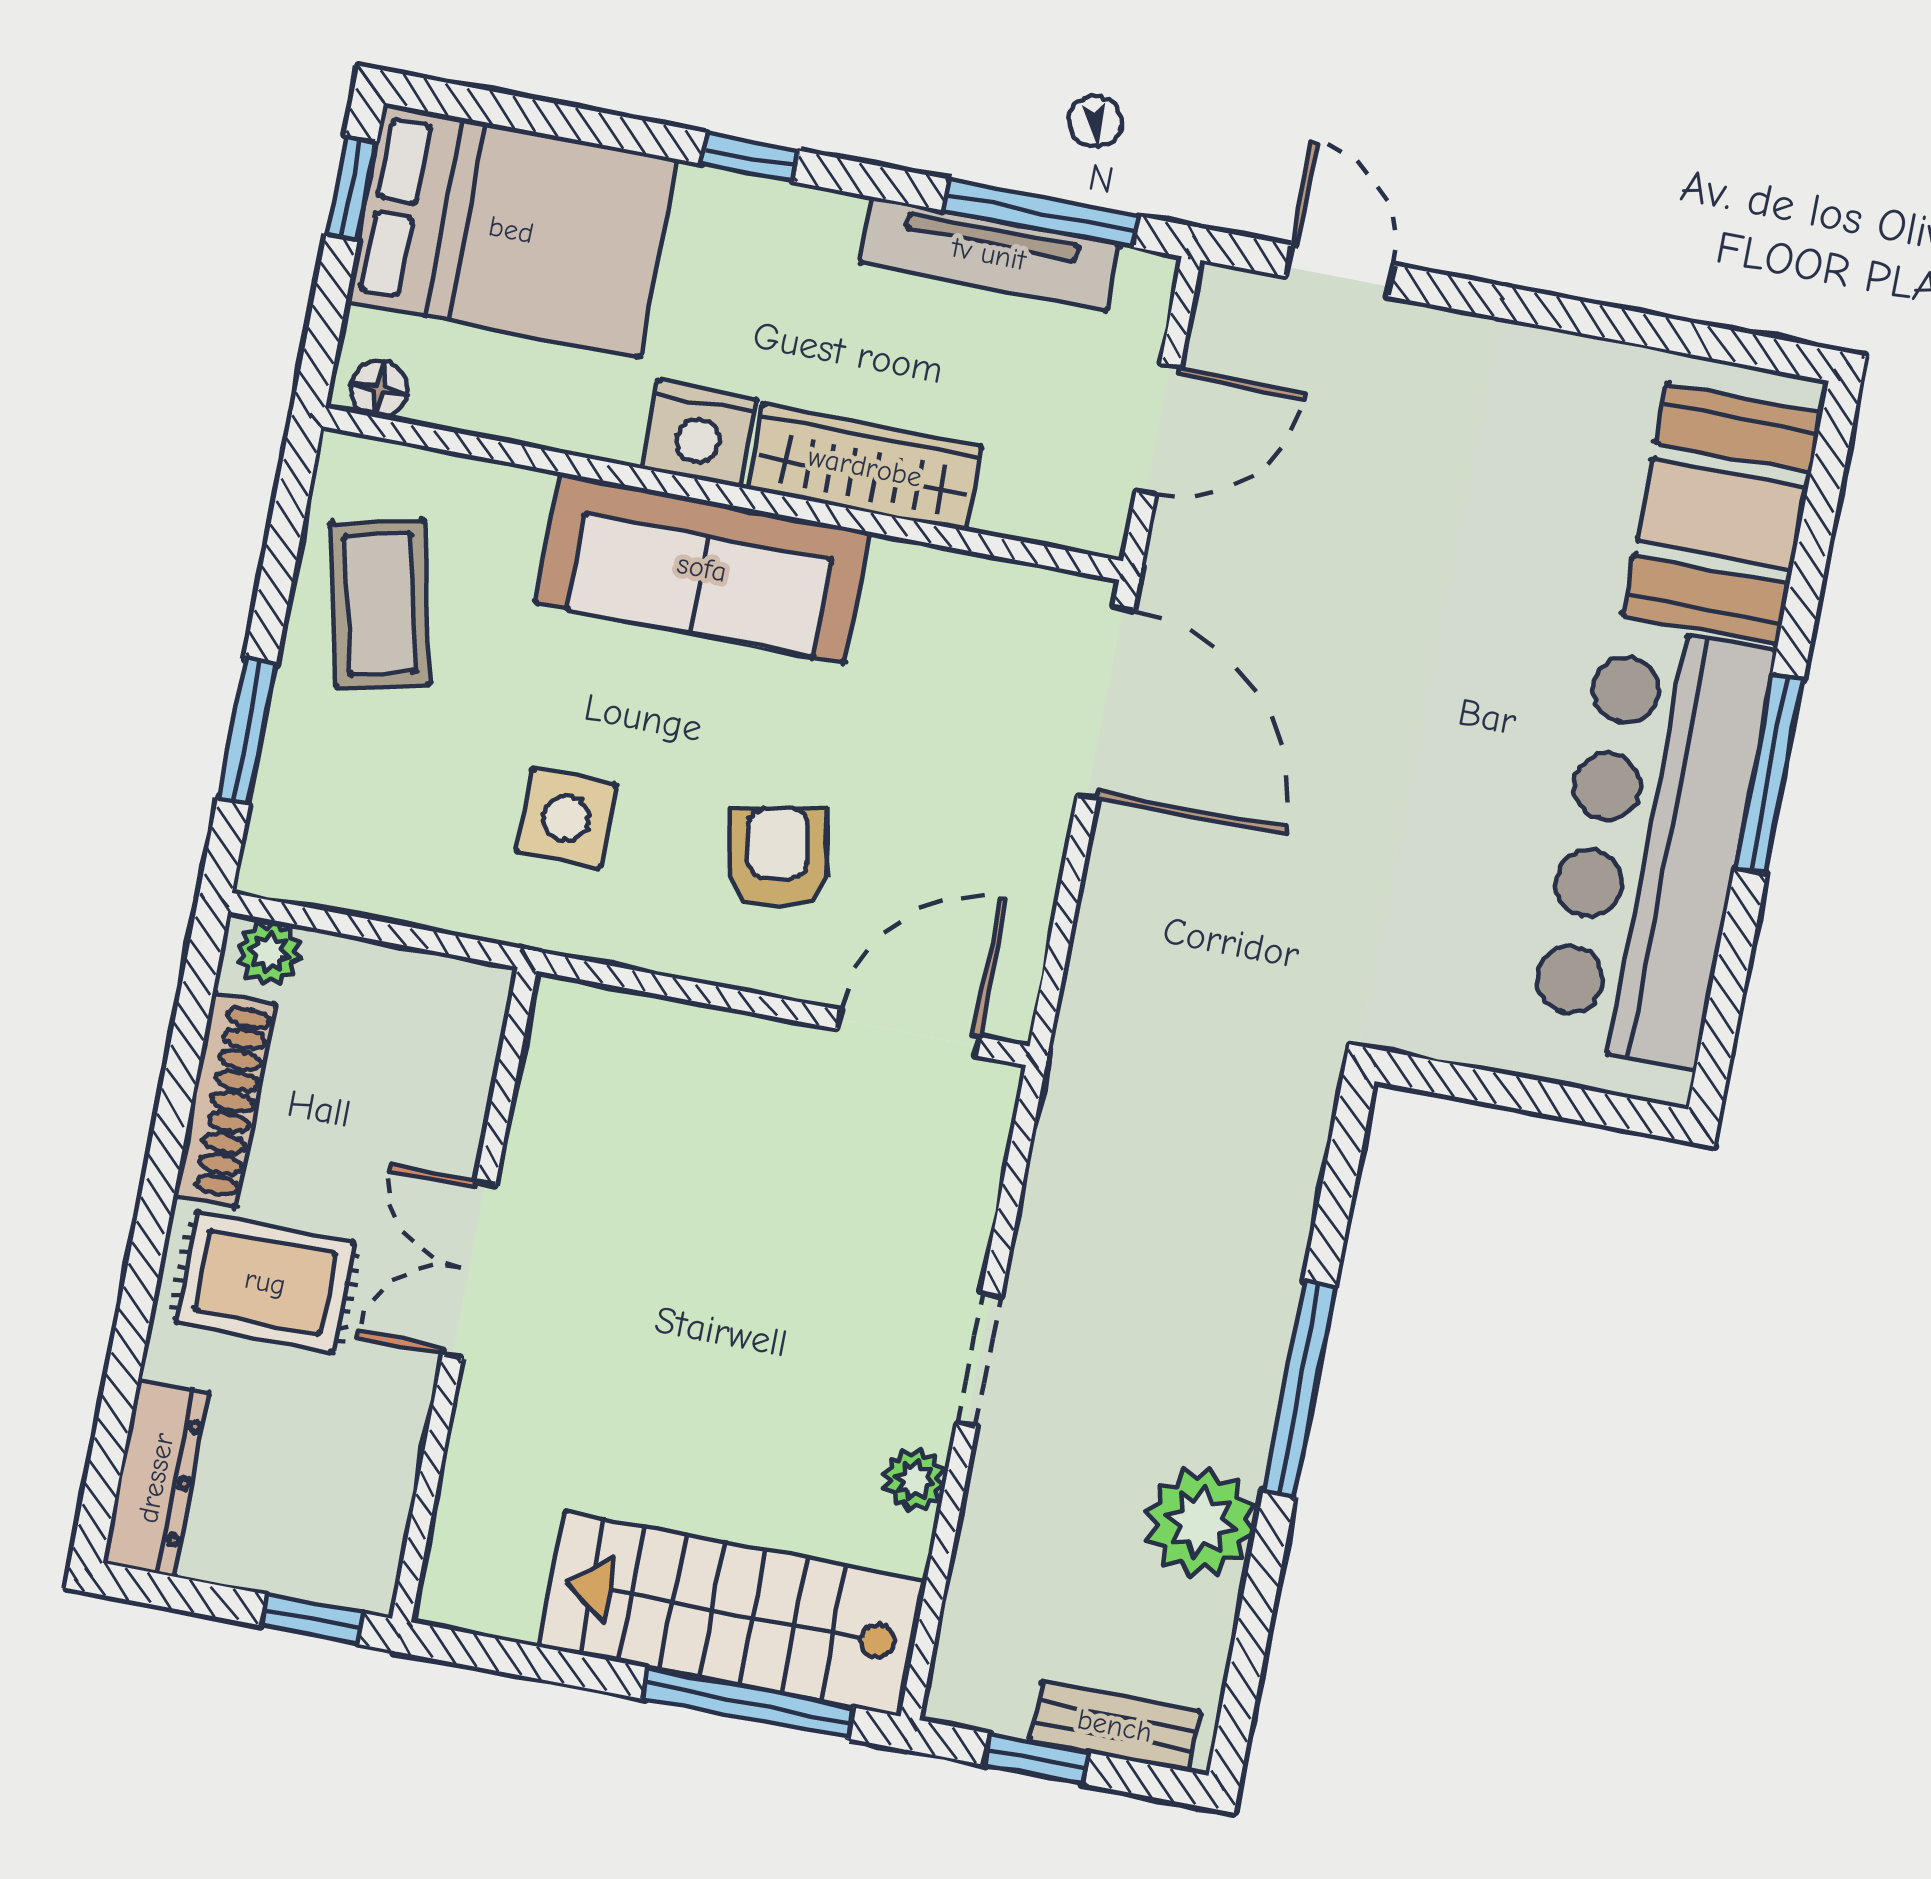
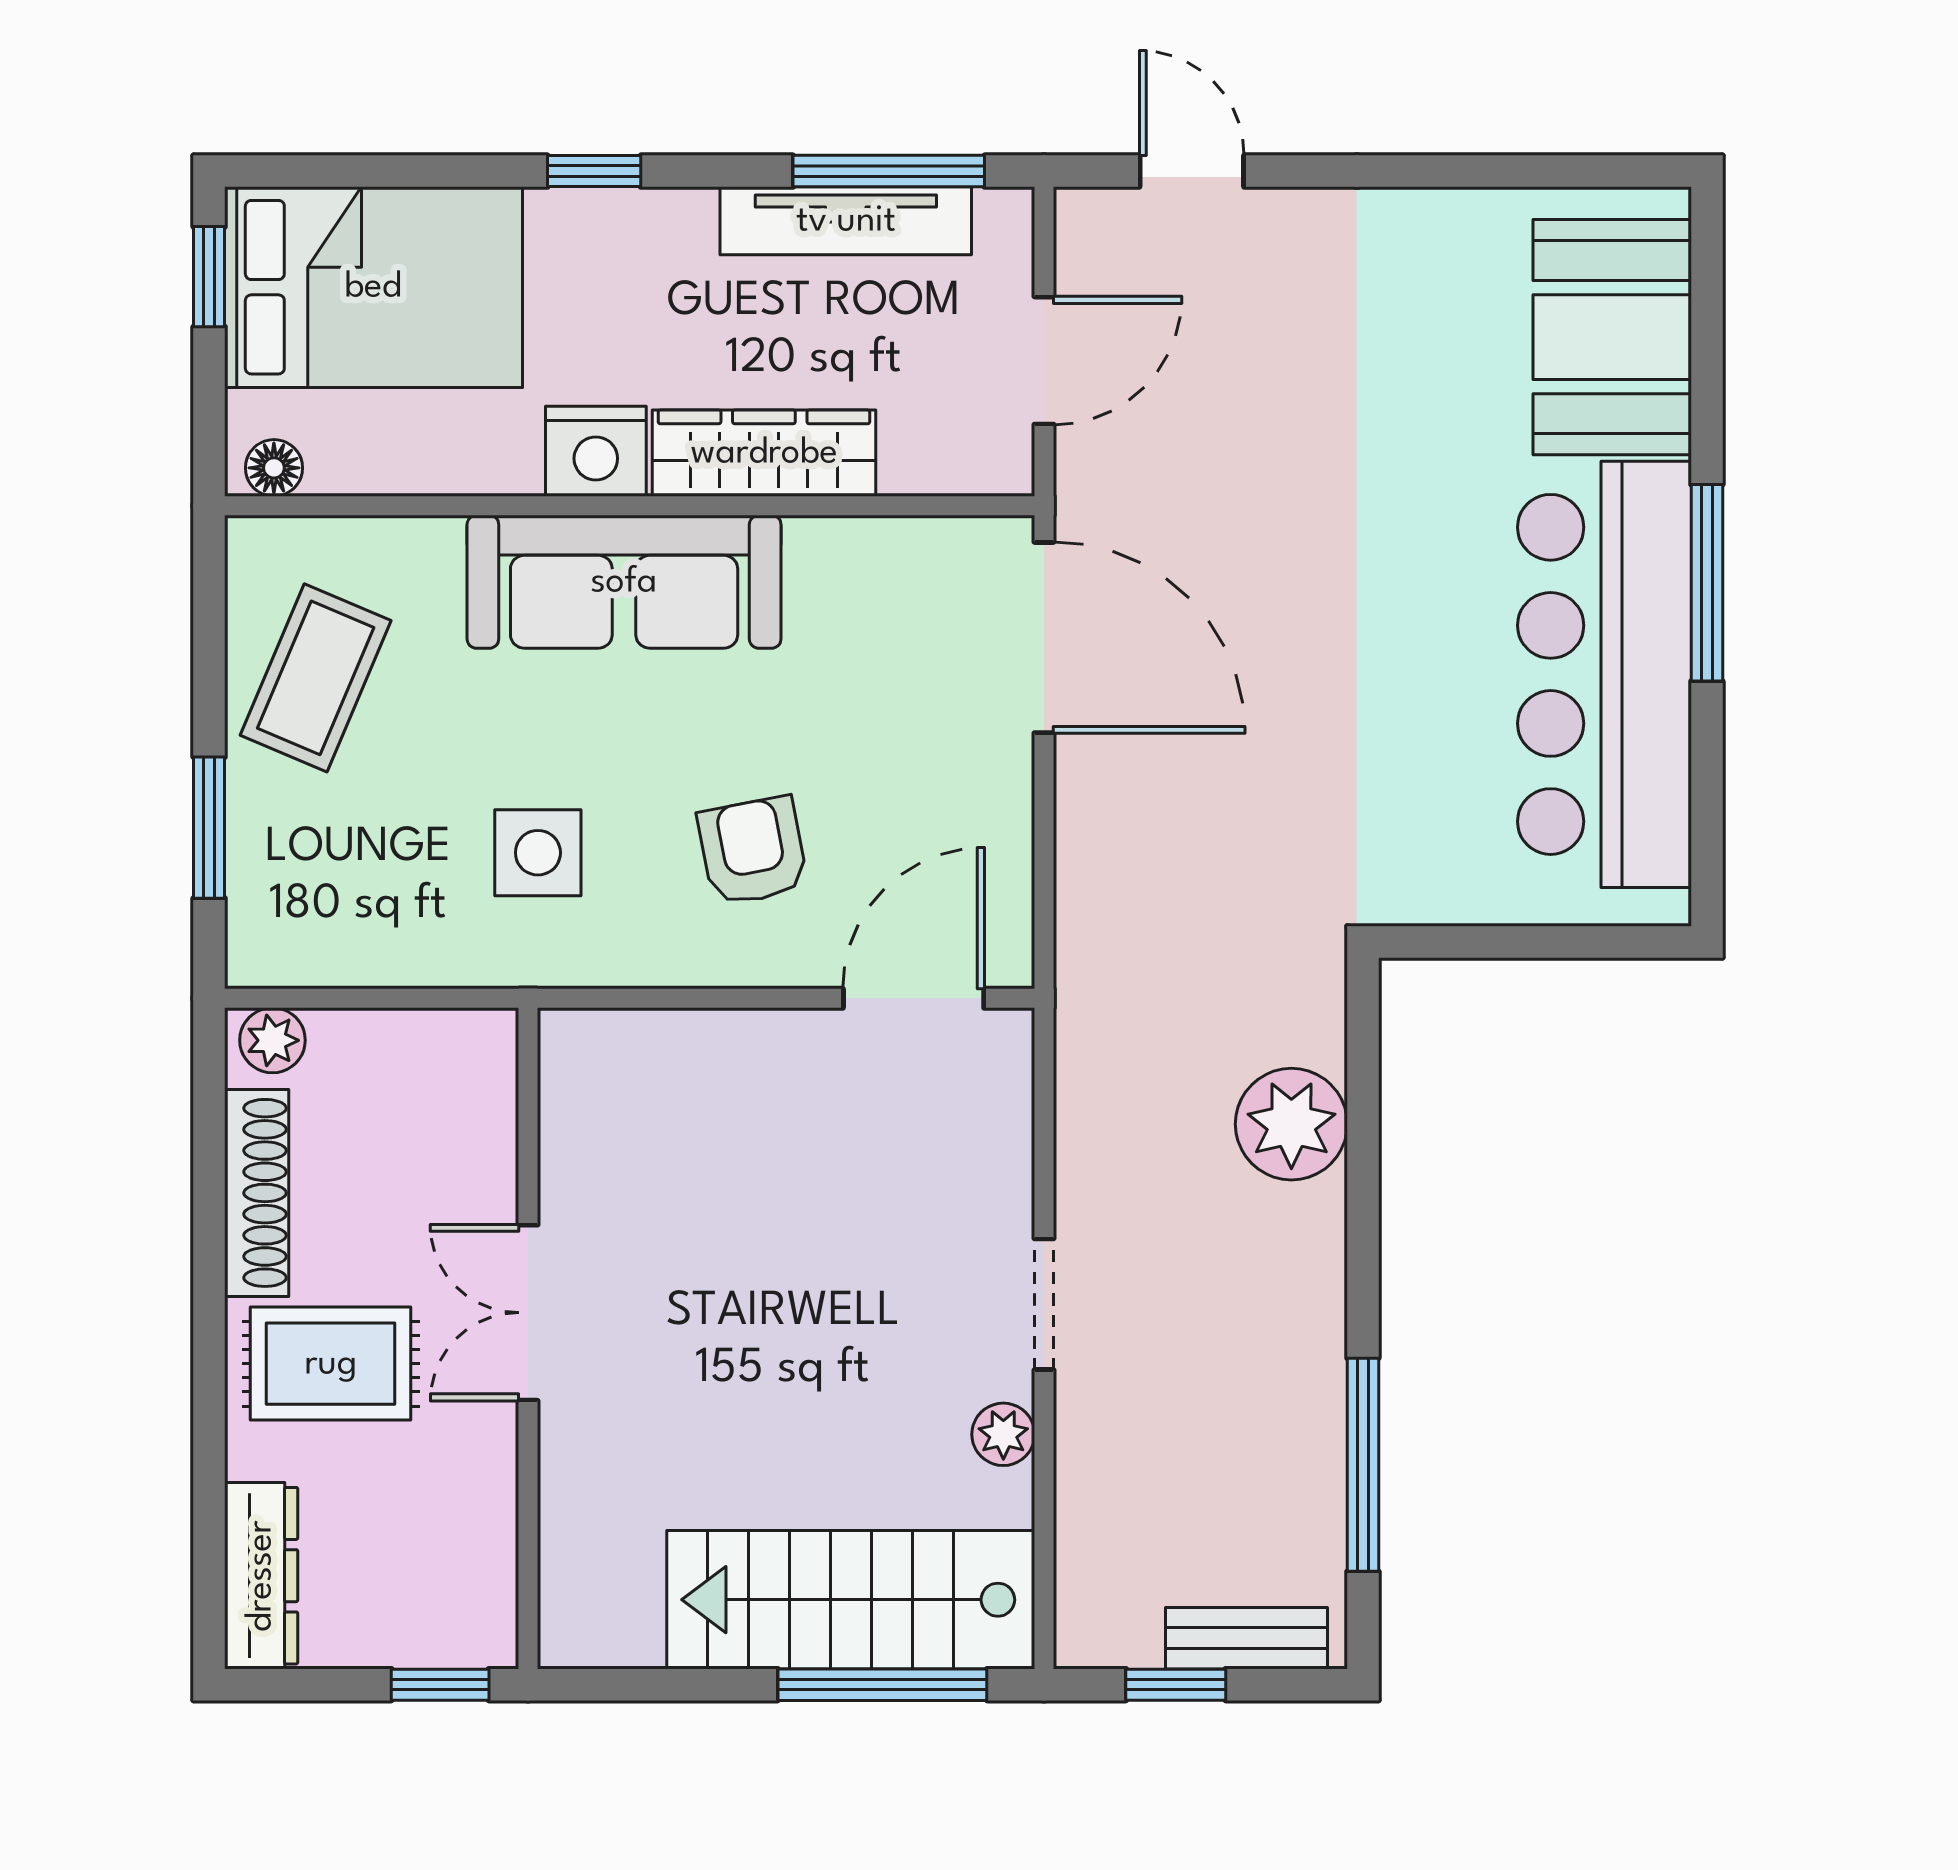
coffee table: (380, 604) -> (316, 678), turned 36
window: (1299, 1389) -> (1363, 1465), moved
plant: (1200, 1522) -> (1291, 1124), moved

